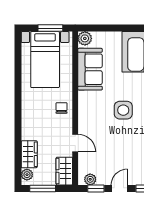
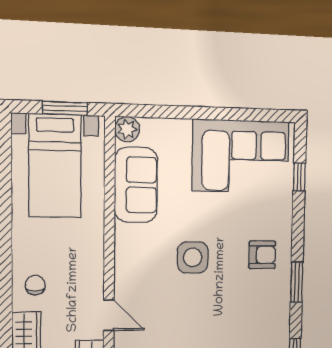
chair: (62, 108) -> (35, 285), moved

